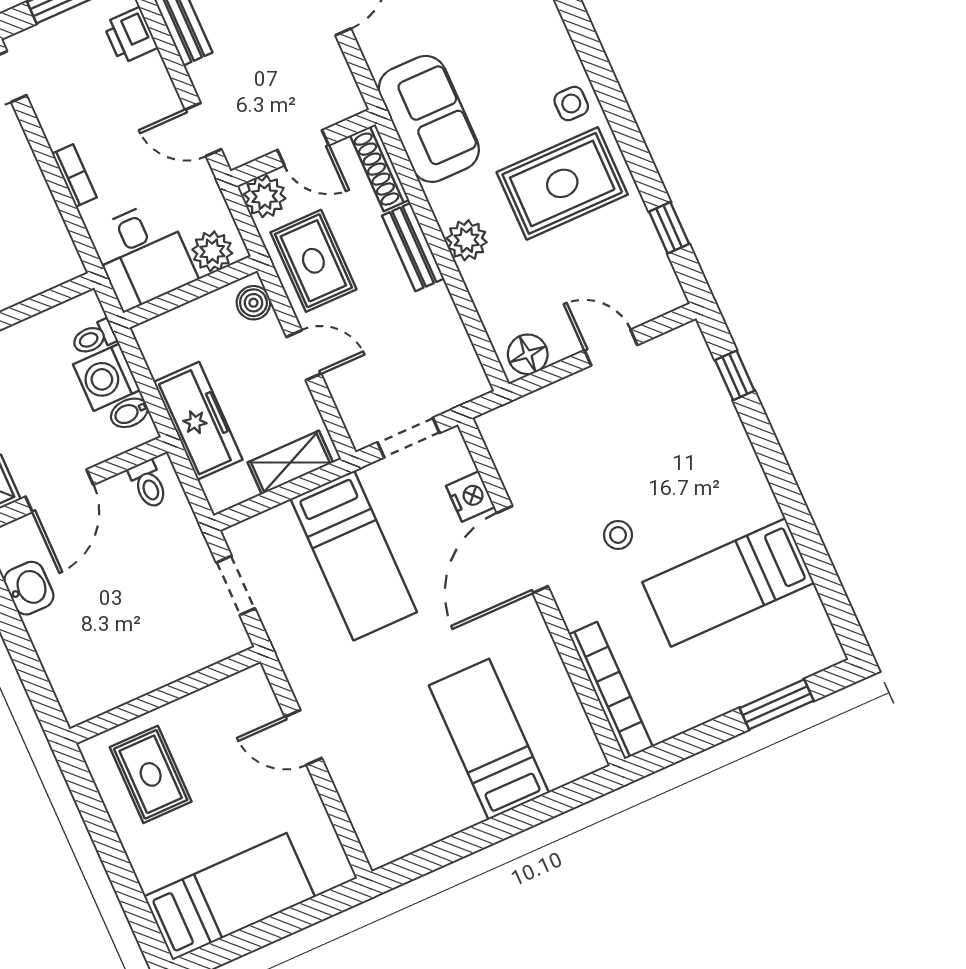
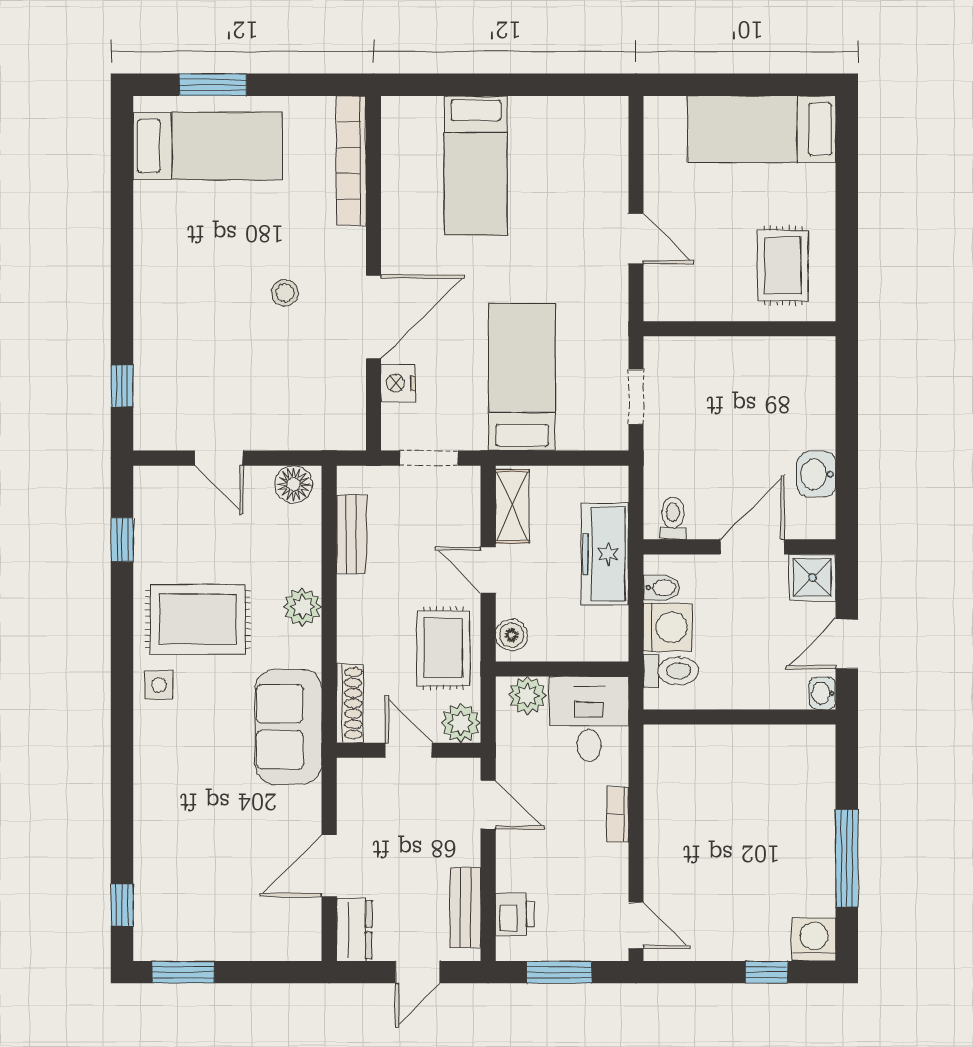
bench: (413, 247) -> (352, 534), moved
toilet: (94, 338) -> (671, 671), width x1.37, depth x1.39
shelving: (290, 462) -> (512, 506), moved, turned 90
bed: (728, 583) -> (208, 146), moved

